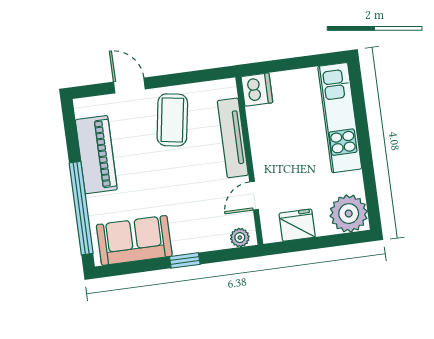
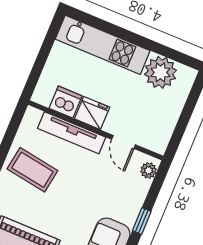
dishwasher: (257, 90) -> (66, 102), moved
plant: (349, 214) -> (160, 72), moved
fridge: (297, 225) -> (92, 113), moved, turned 90

